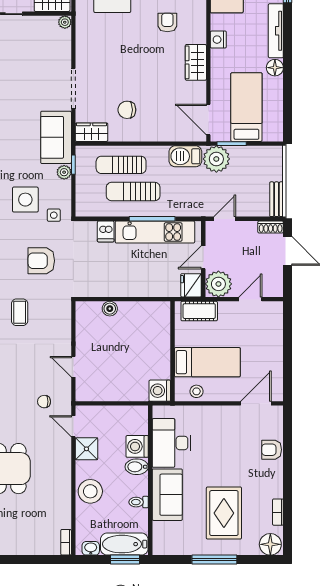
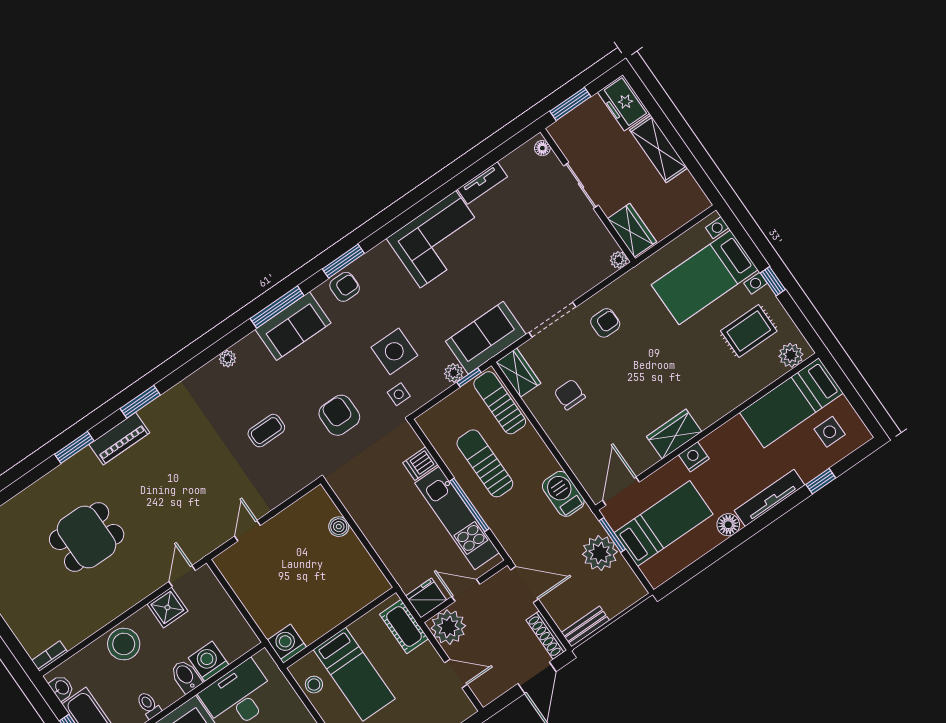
armchair: (167, 22) -> (605, 323), moved
nightstand: (218, 40) -> (694, 457), moved
plant: (216, 159) -> (600, 553), moved
sun lounger: (121, 165) -> (500, 403), moved
door: (225, 219) -> (525, 584), width x1.38
shoe rack: (271, 227) -> (546, 635), width x1.43
chair: (44, 402) -> (187, 525), removed

